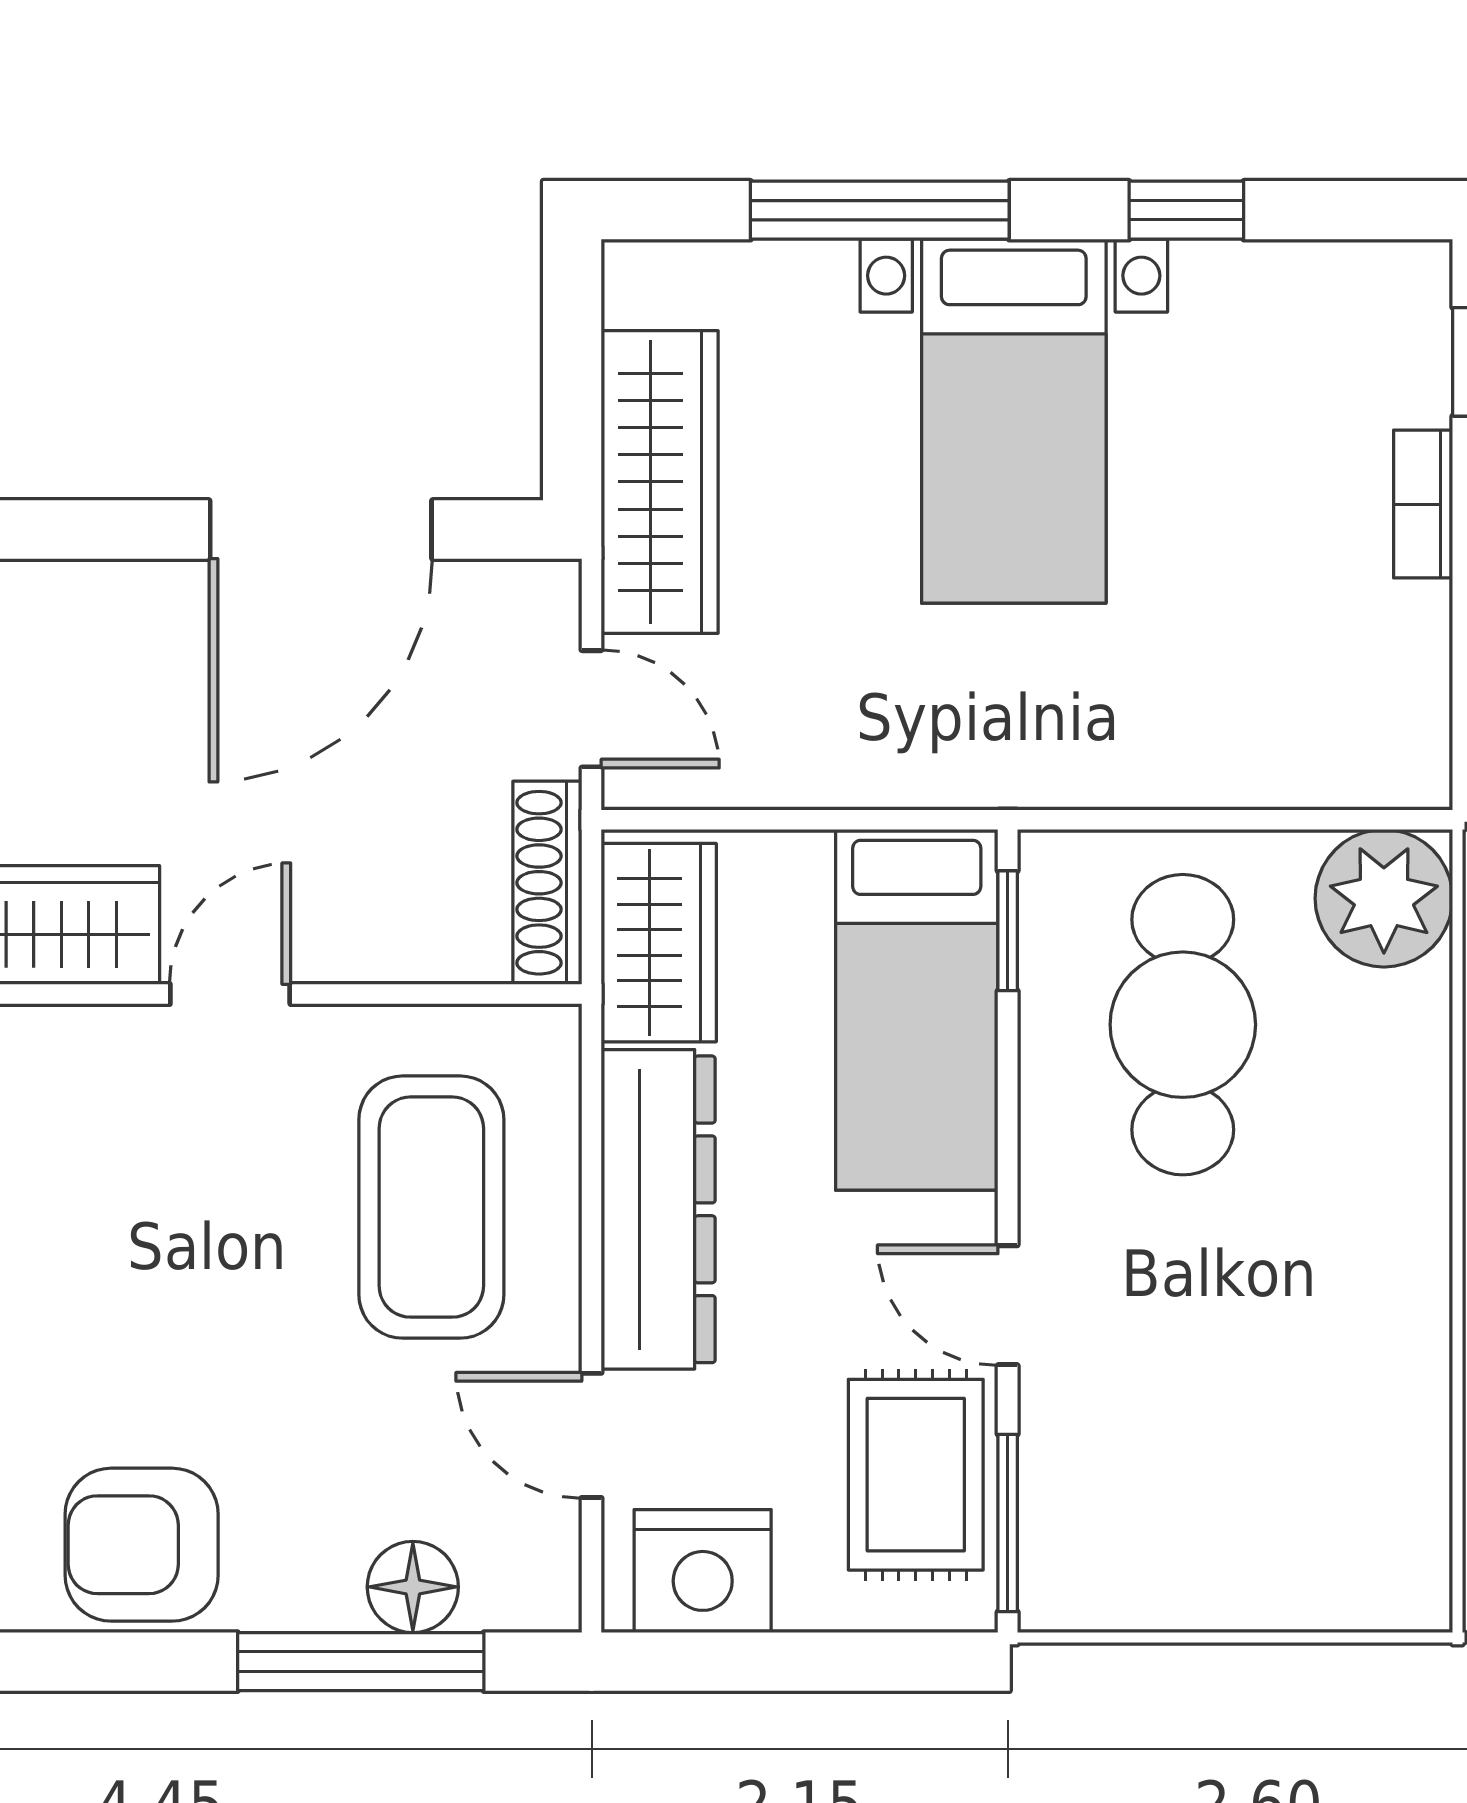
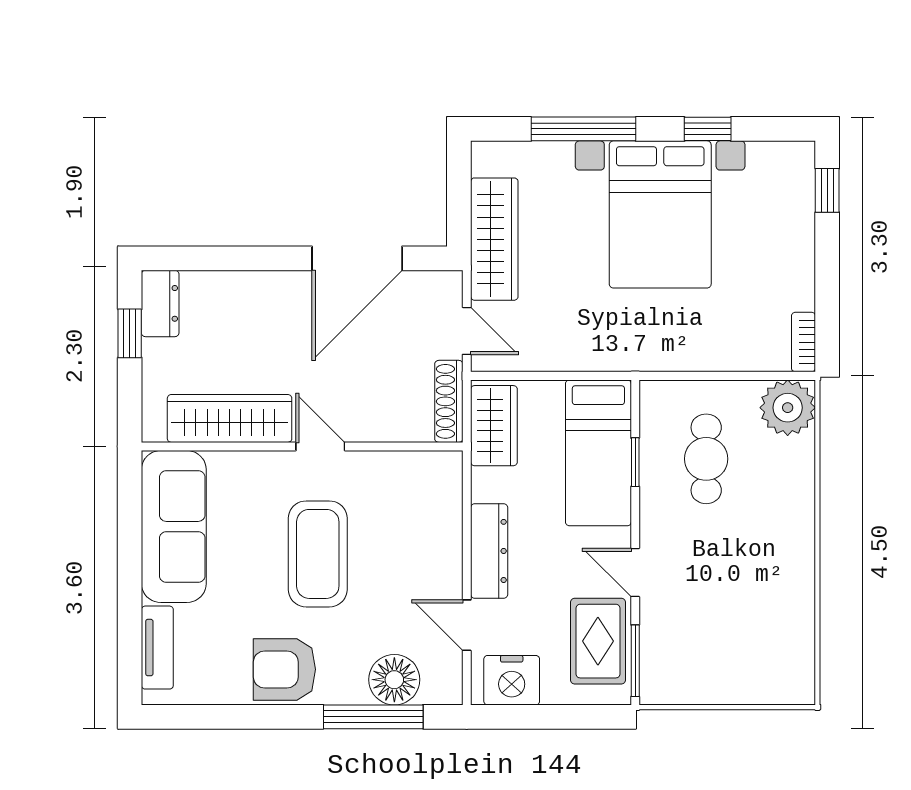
bed with nightstands: (1014, 421) -> (660, 214), width x1.36
bookcase: (1423, 504) -> (803, 342), moved
window: (1008, 931) -> (635, 462), moved
door: (230, 994) -> (320, 446), hinge flipped
cafe table: (1183, 1025) -> (706, 459), width x0.73, depth x0.74
coffee table: (431, 1207) -> (318, 554), moved
dresser: (658, 1209) -> (489, 551), width x0.73, depth x0.80
floor lamp: (413, 1587) -> (394, 680), width x1.38, depth x1.38

